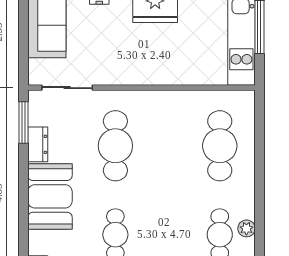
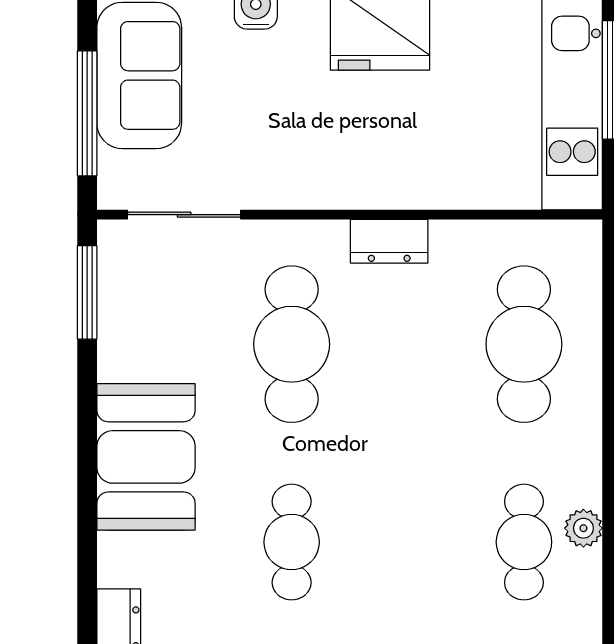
window: (24, 42) -> (87, 113), added
dresser: (38, 144) -> (389, 241), moved, turned 90

